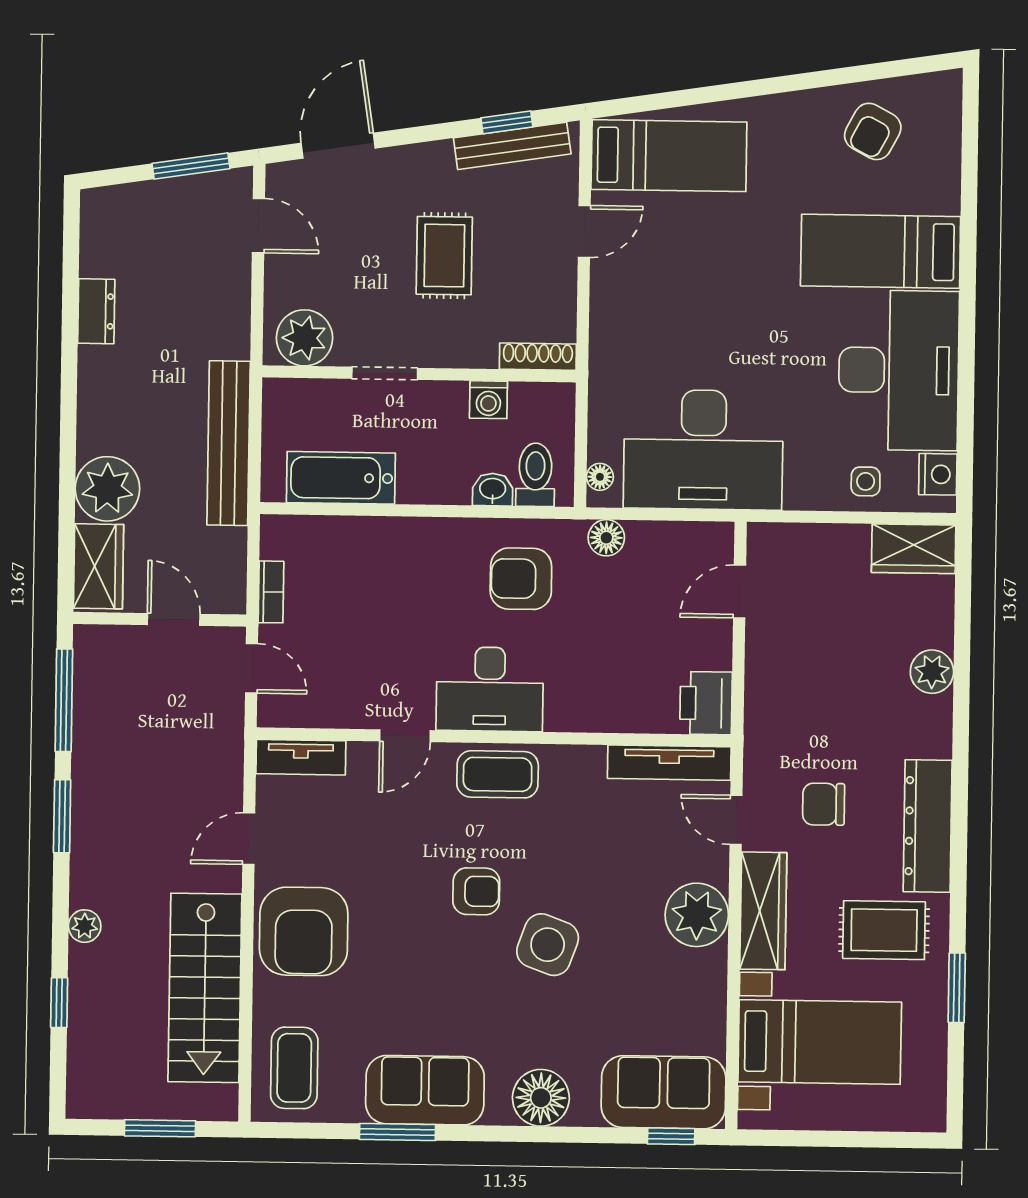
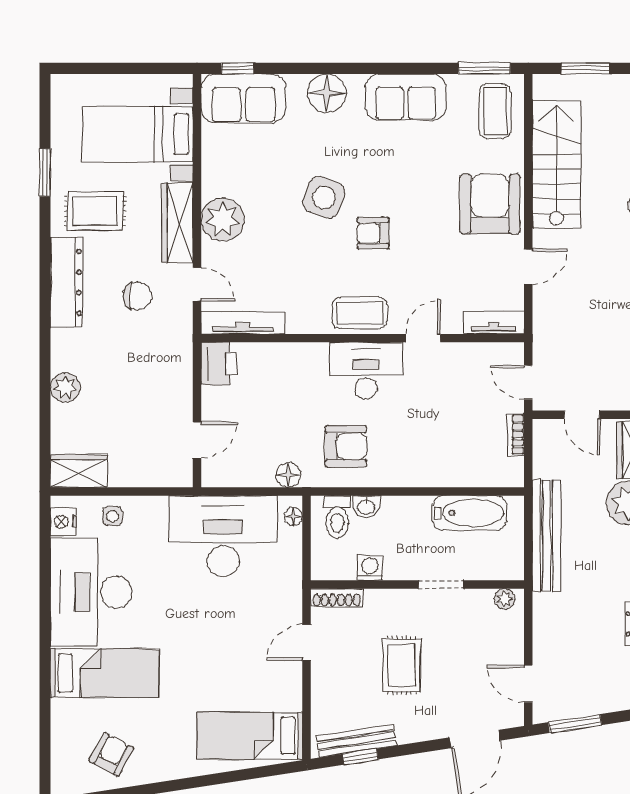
door: (584, 231) -> (307, 642), moved
plant: (304, 338) -> (505, 599), width x0.53, depth x0.53
window: (398, 1132) -> (484, 68), moved

